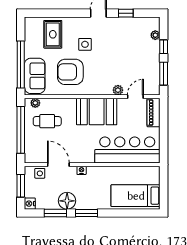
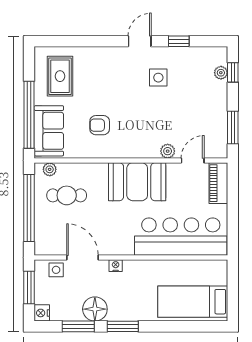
rug: (53, 34) -> (60, 76), moved
side table: (85, 44) -> (158, 78), moved
window: (164, 47) -> (233, 72), moved
armchair: (70, 72) -> (100, 125), width x0.53, depth x0.53

